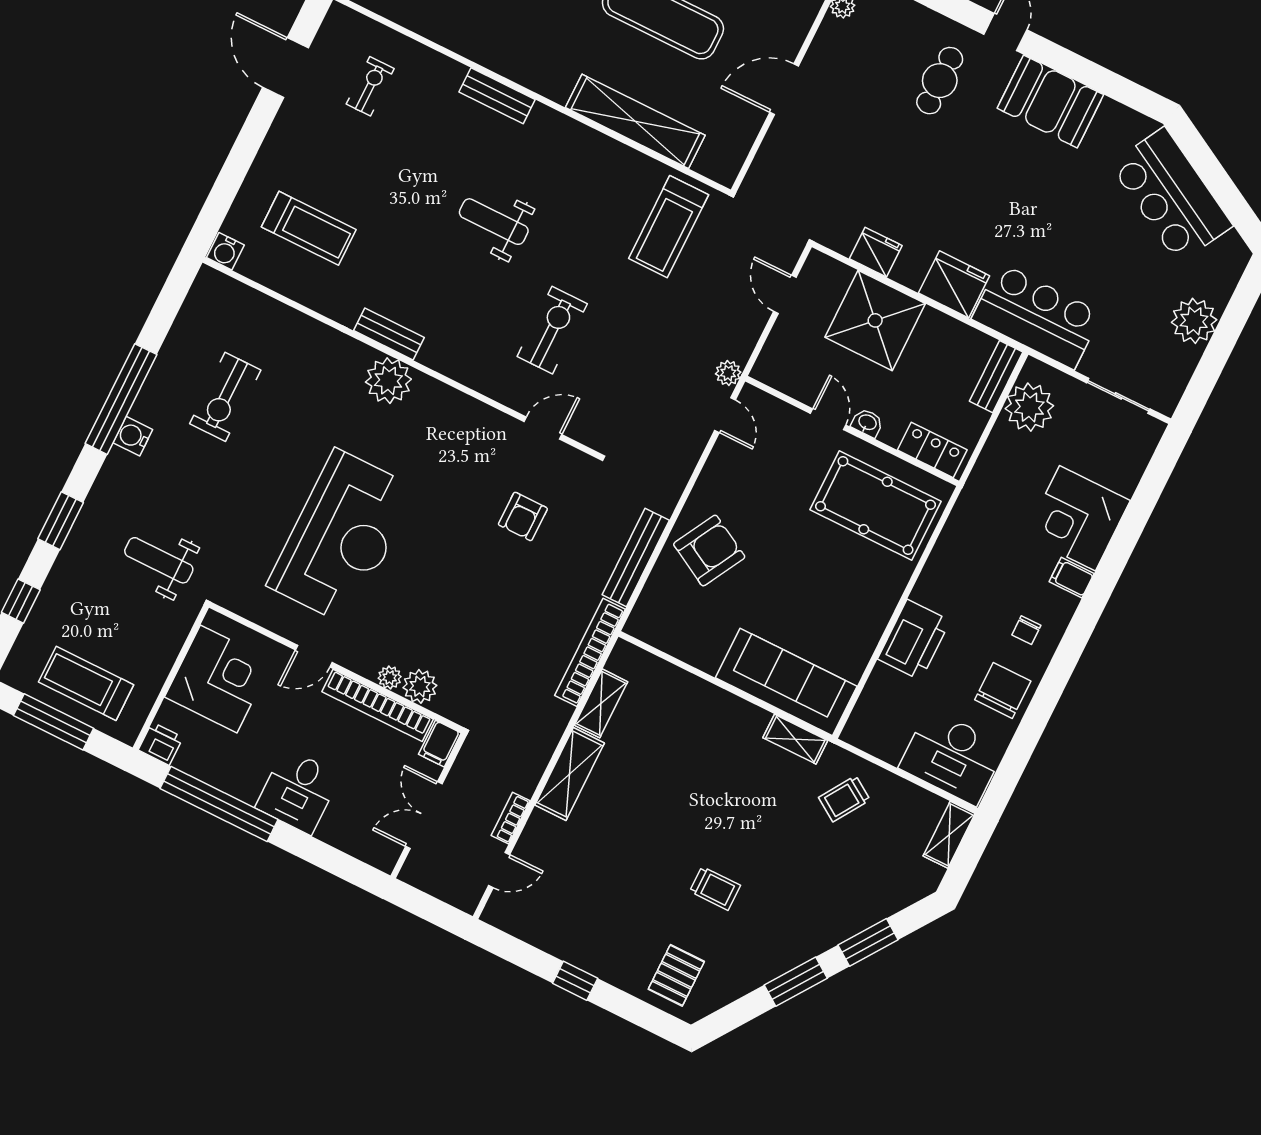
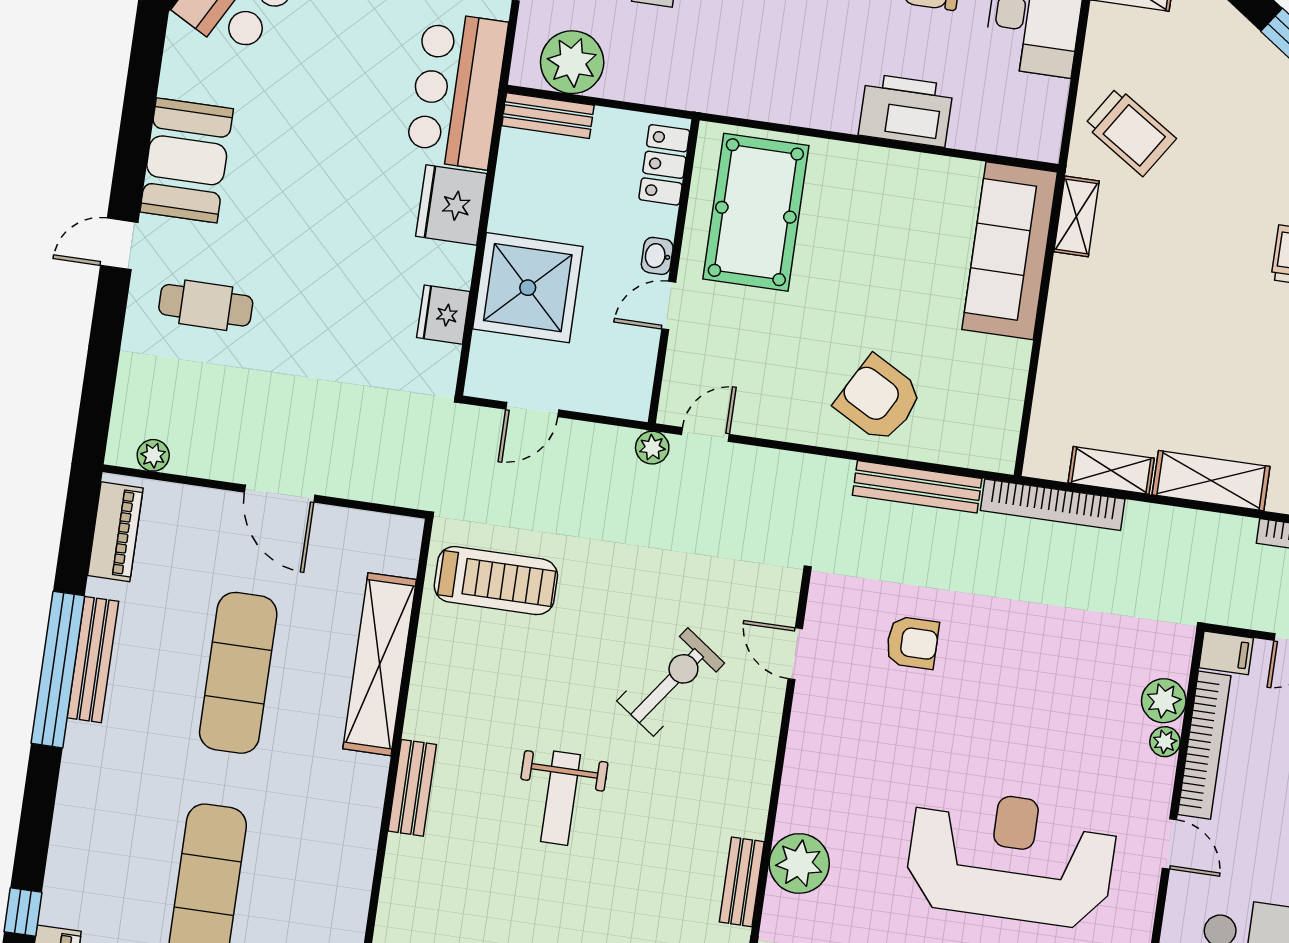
bench: (497, 96) -> (412, 788), moved
exercise bike: (552, 330) -> (671, 682), turned 126
trolley: (844, 799) -> (1130, 132), width x1.36, depth x1.39

